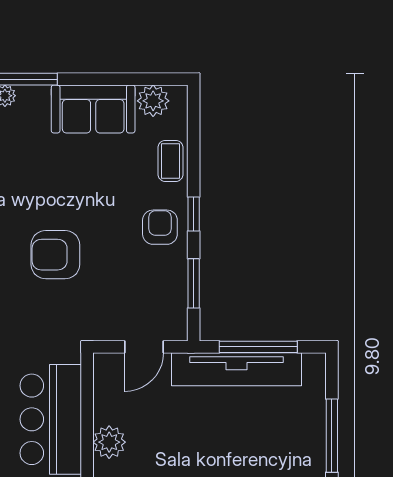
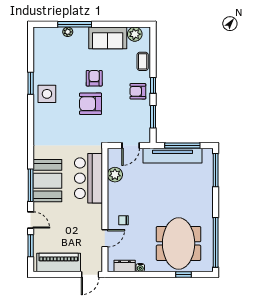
armchair: (63, 198) -> (94, 78), added
armchair: (160, 227) -> (138, 91), turned -90
window: (332, 436) -> (216, 170), moved
plant: (109, 442) -> (115, 175), moved

